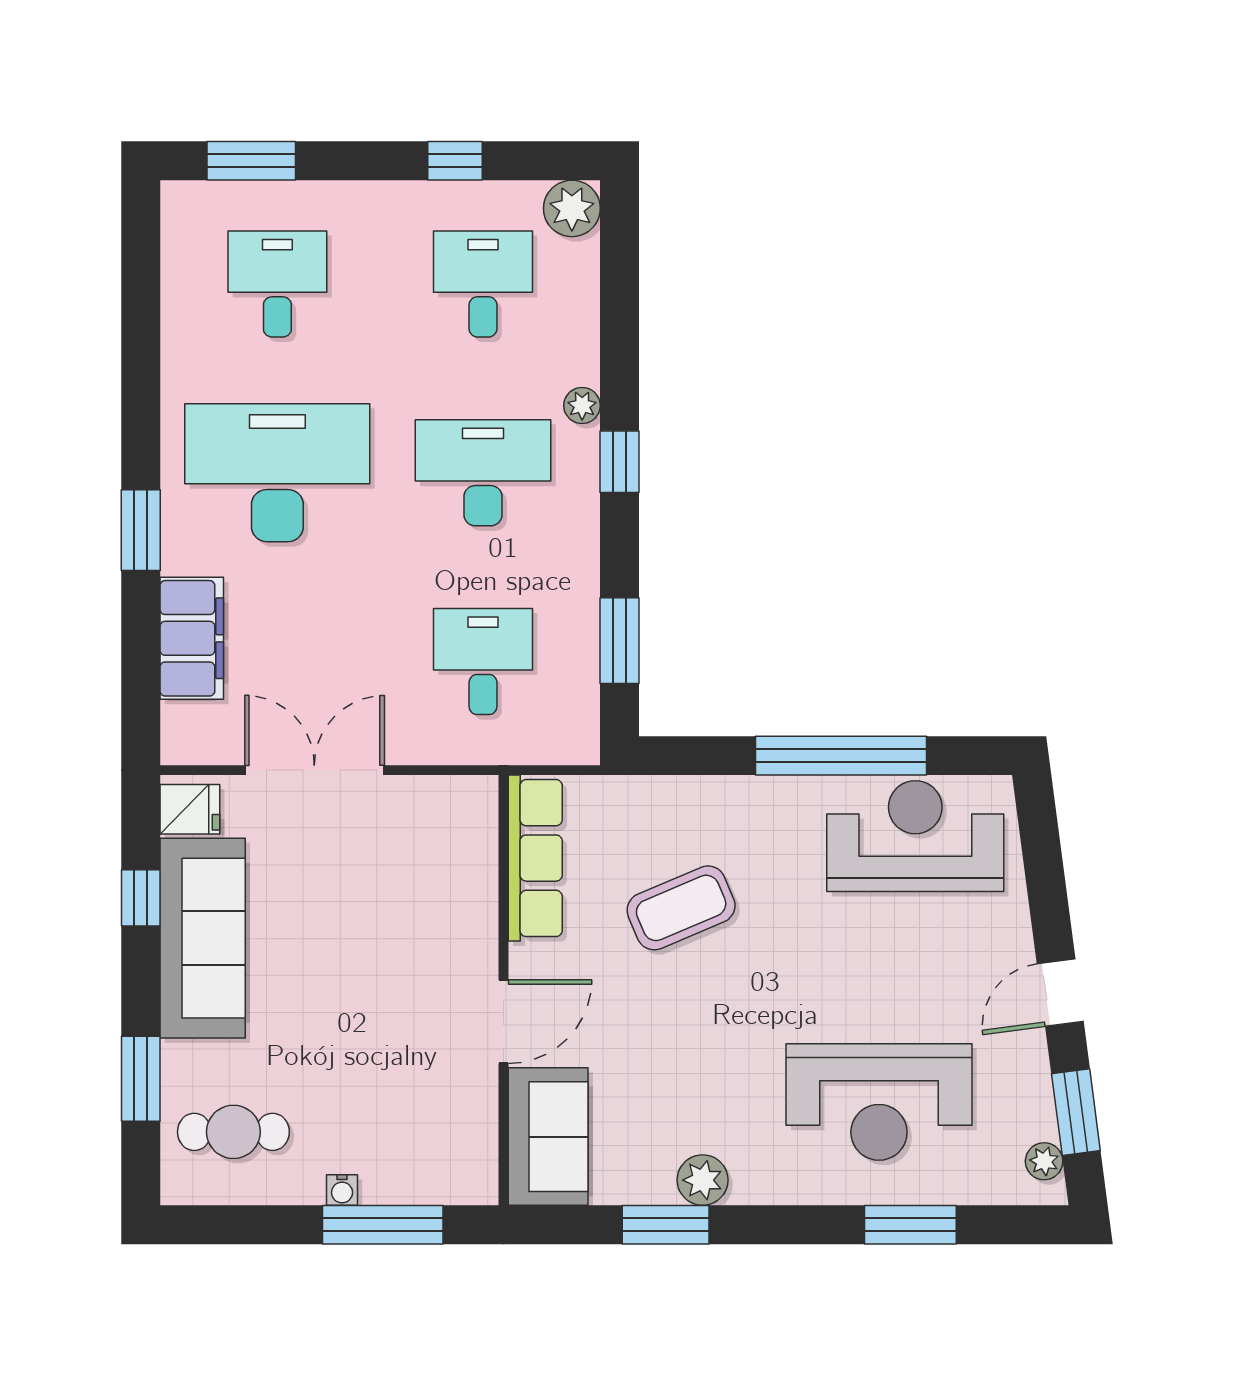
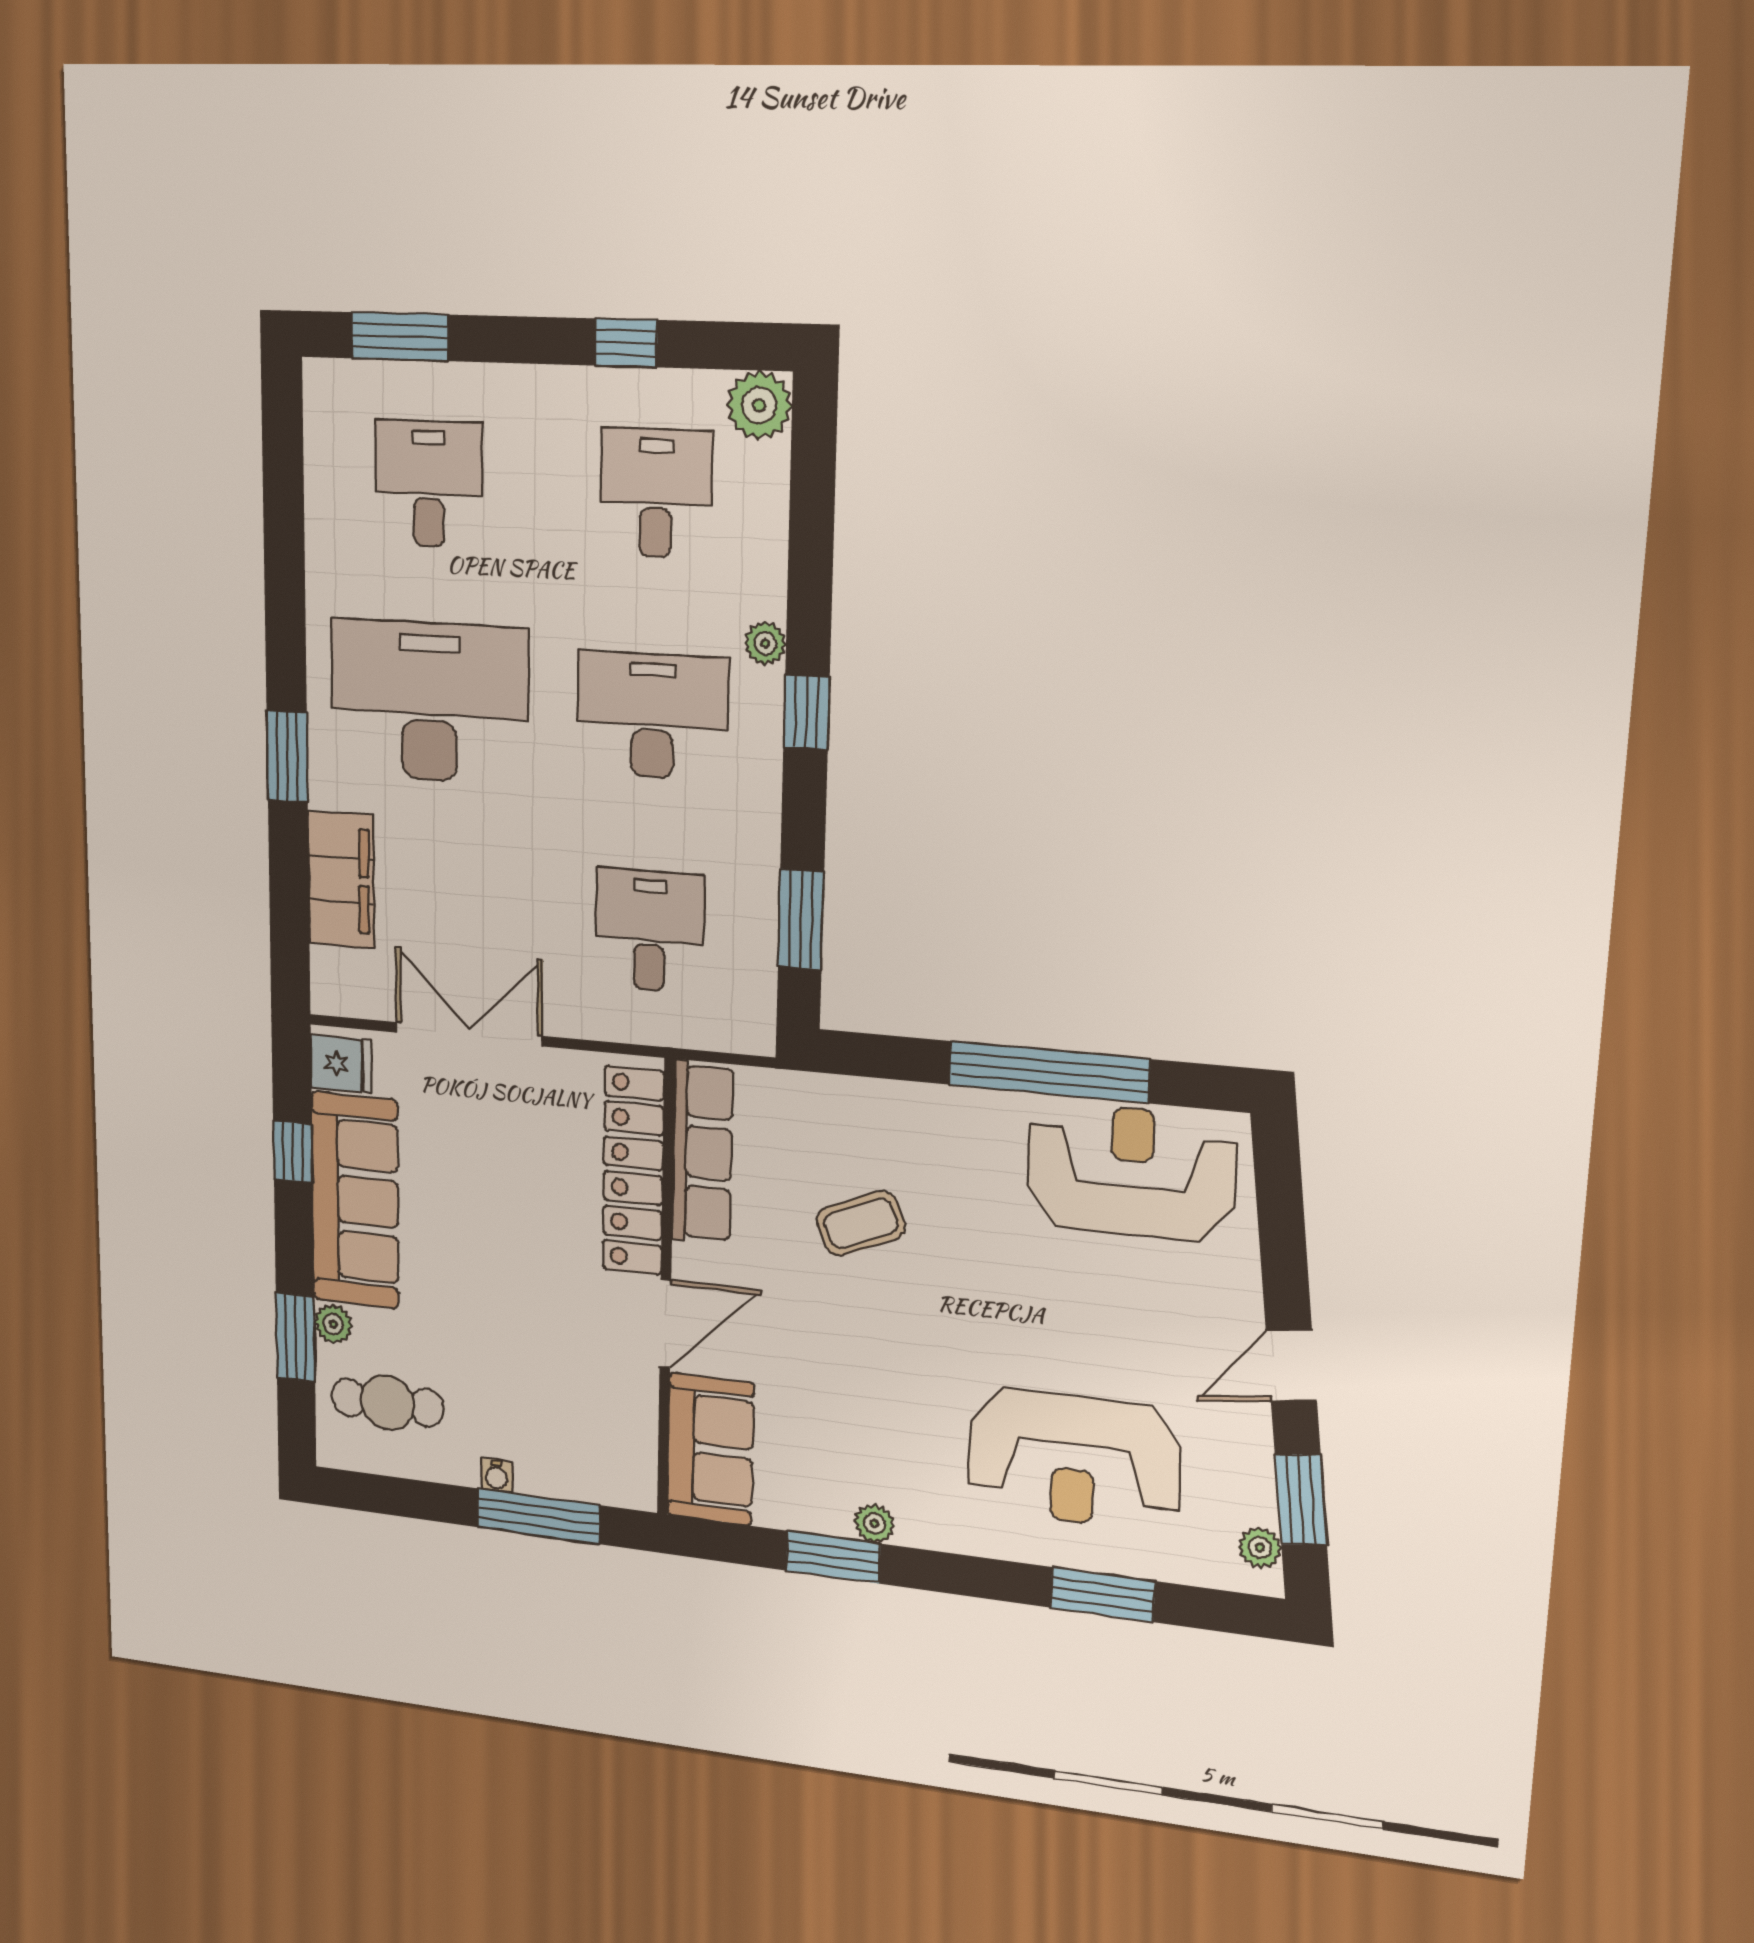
locker: (471, 882) -> (633, 1171), added
coffee table: (681, 908) -> (861, 1223), width x0.73, depth x0.77
plant: (179, 1061) -> (333, 1324), added
plant: (703, 1180) -> (874, 1523), width x0.73, depth x0.73

